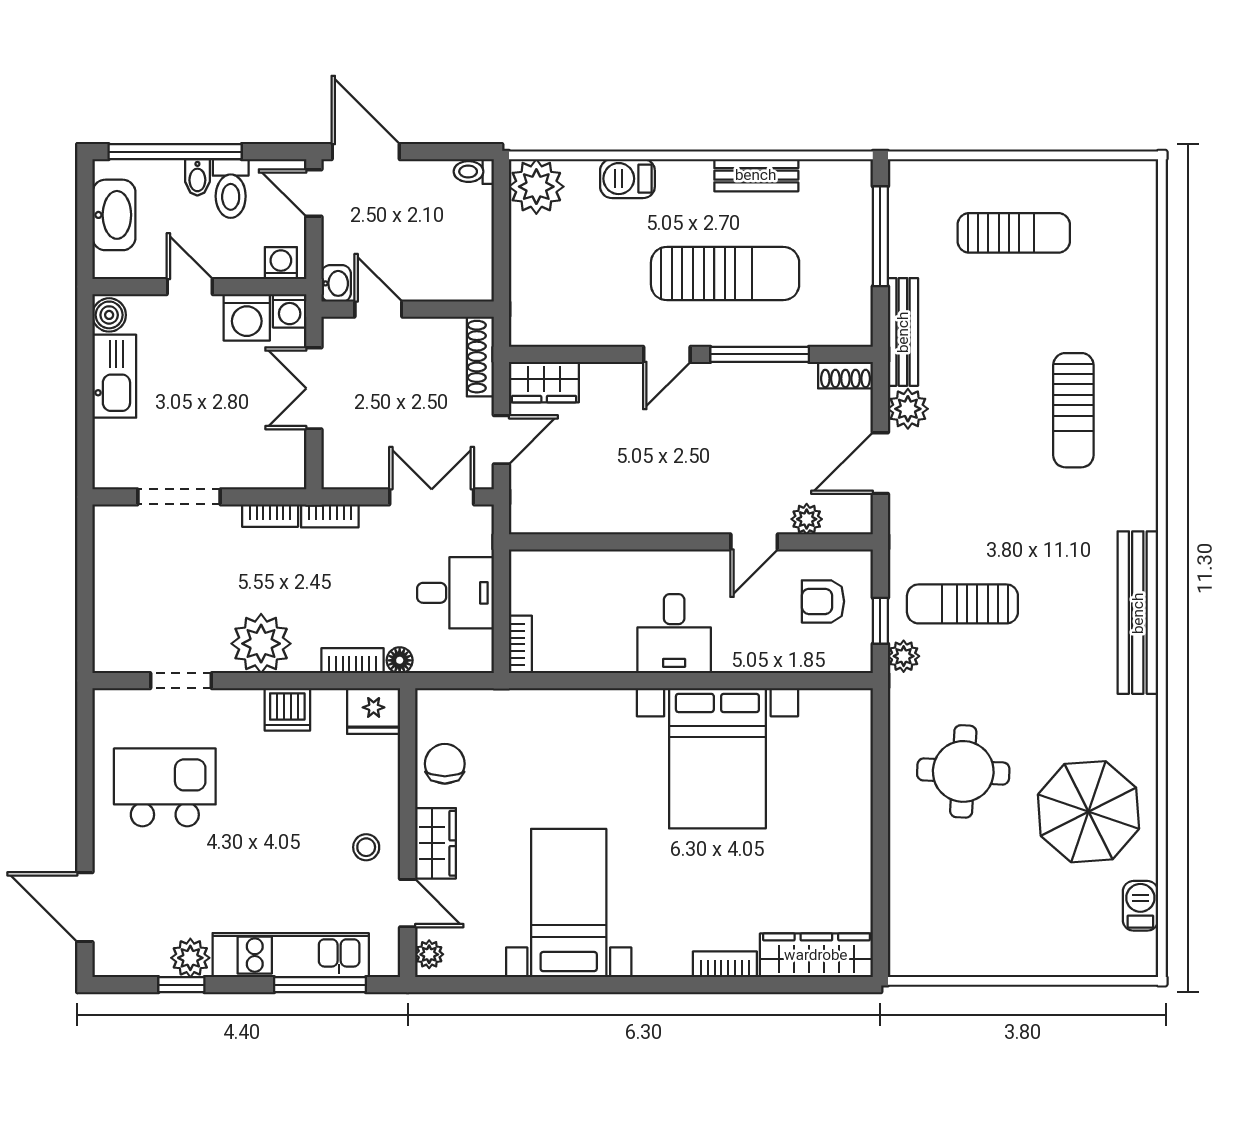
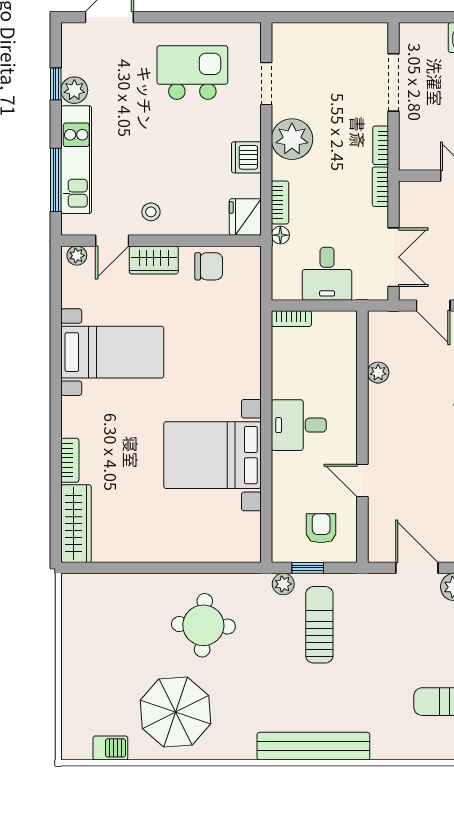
plant: (807, 519) -> (378, 373), moved
kitchen island: (165, 787) -> (192, 72), turned -90

